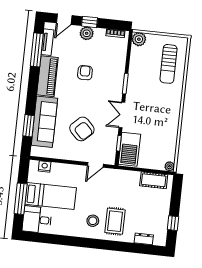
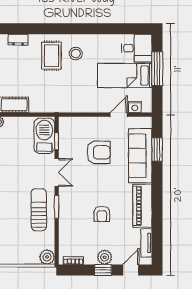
window: (37, 50) -> (157, 233), removed
sun lounger: (169, 64) -> (39, 210), moved
armchair: (82, 129) -> (99, 152), turned 134
door: (95, 165) -> (119, 115), moved

